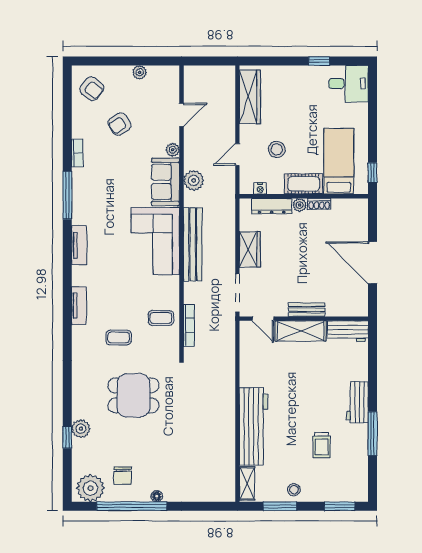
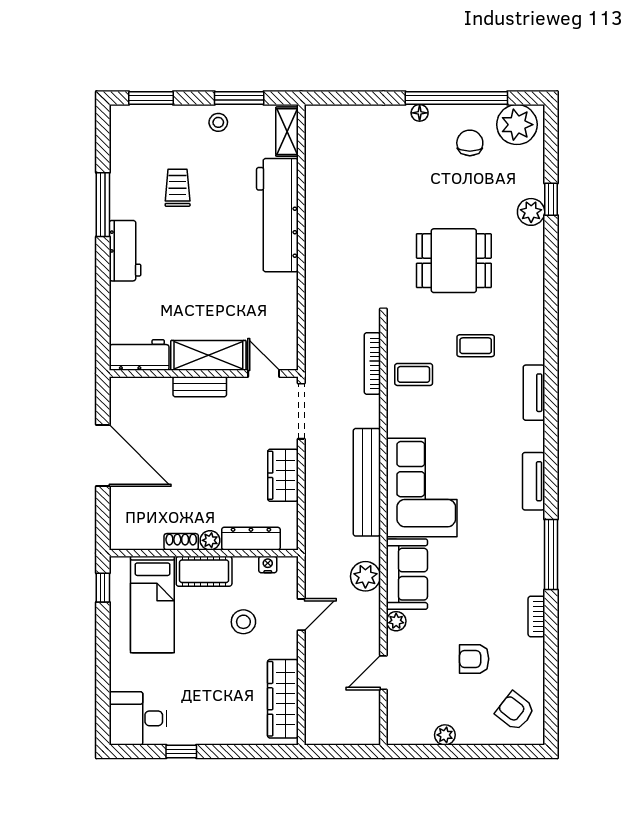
armchair: (120, 124) -> (474, 659), turned -147

